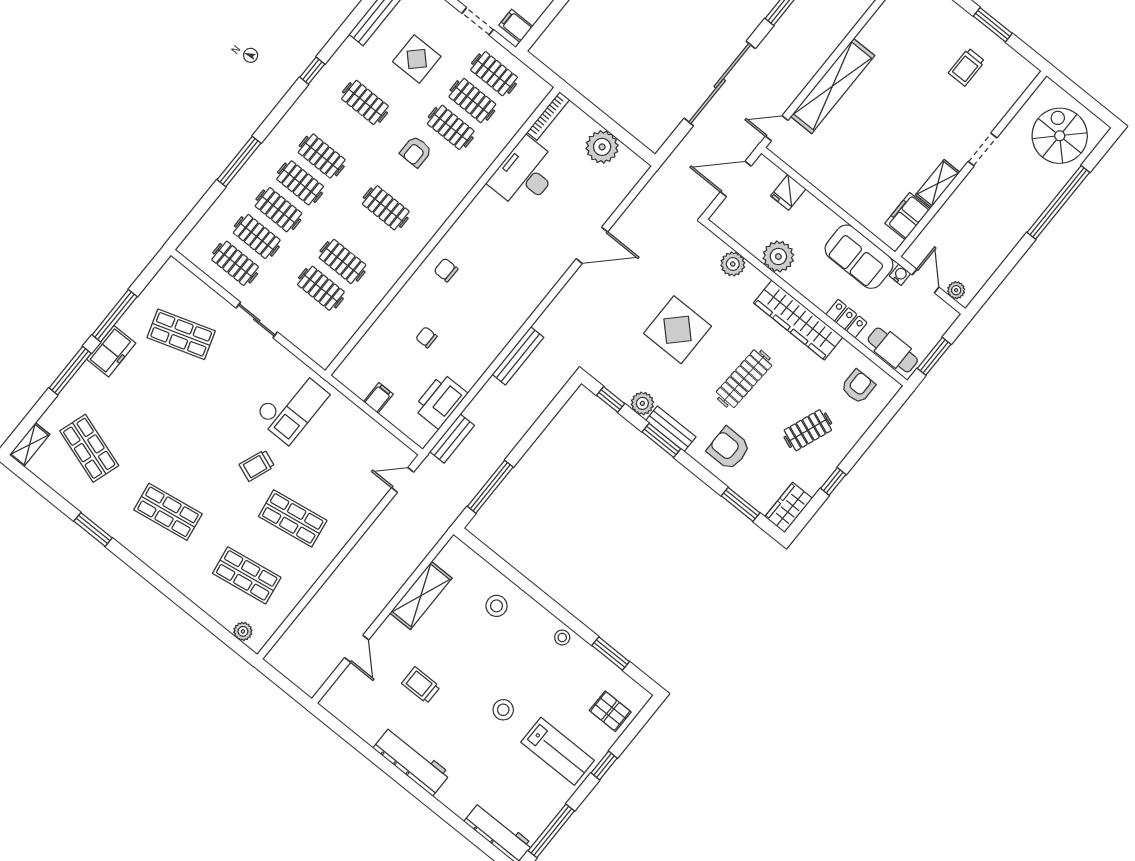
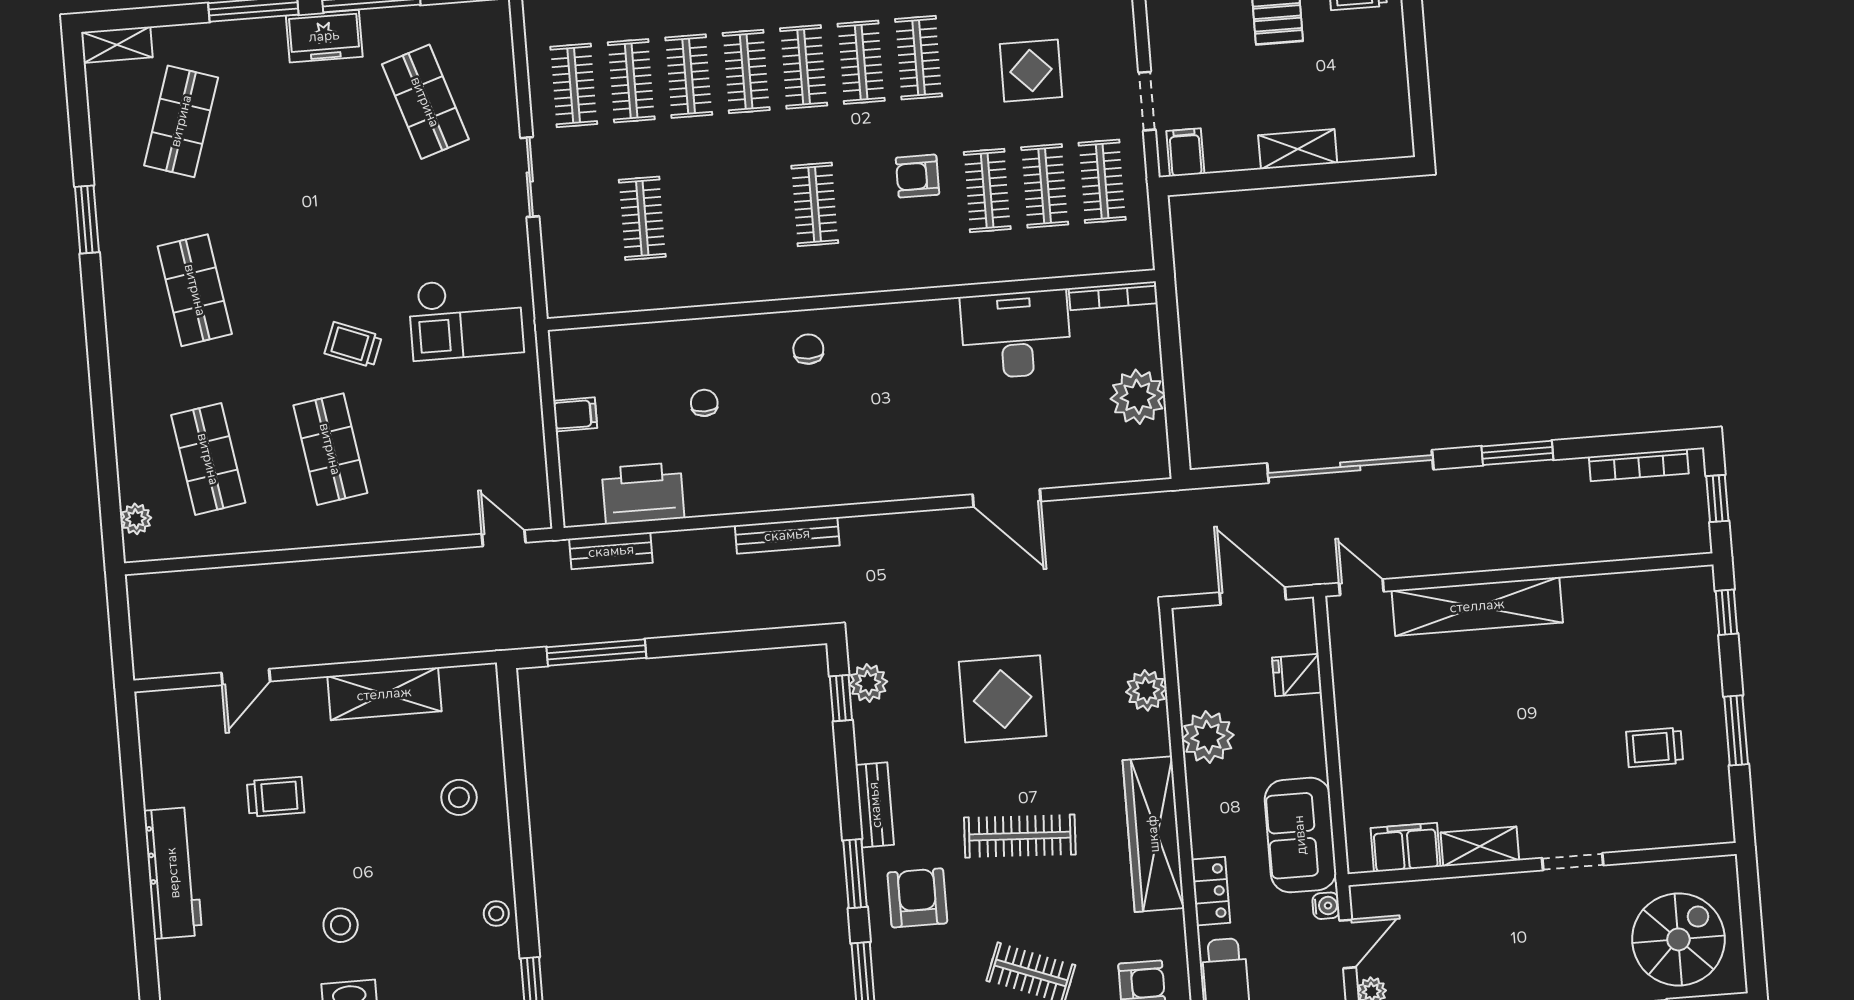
clothes rail: (343, 261) -> (861, 62), moved
plant: (642, 403) -> (868, 683), moved
window: (661, 440) -> (855, 874), moved
trolley: (421, 685) -> (276, 797), turned 90

